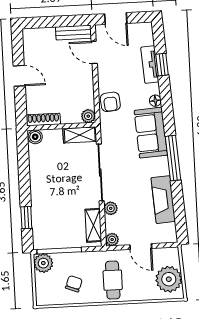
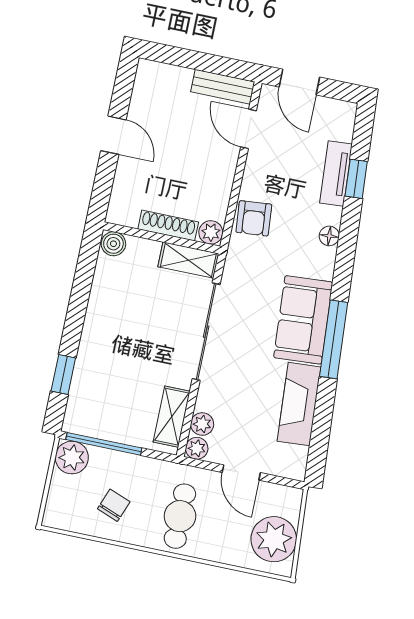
shoe rack: (43, 120) -> (168, 226), moved
sofa: (151, 133) -> (303, 320), moved
plant: (111, 208) -> (202, 424), moved

